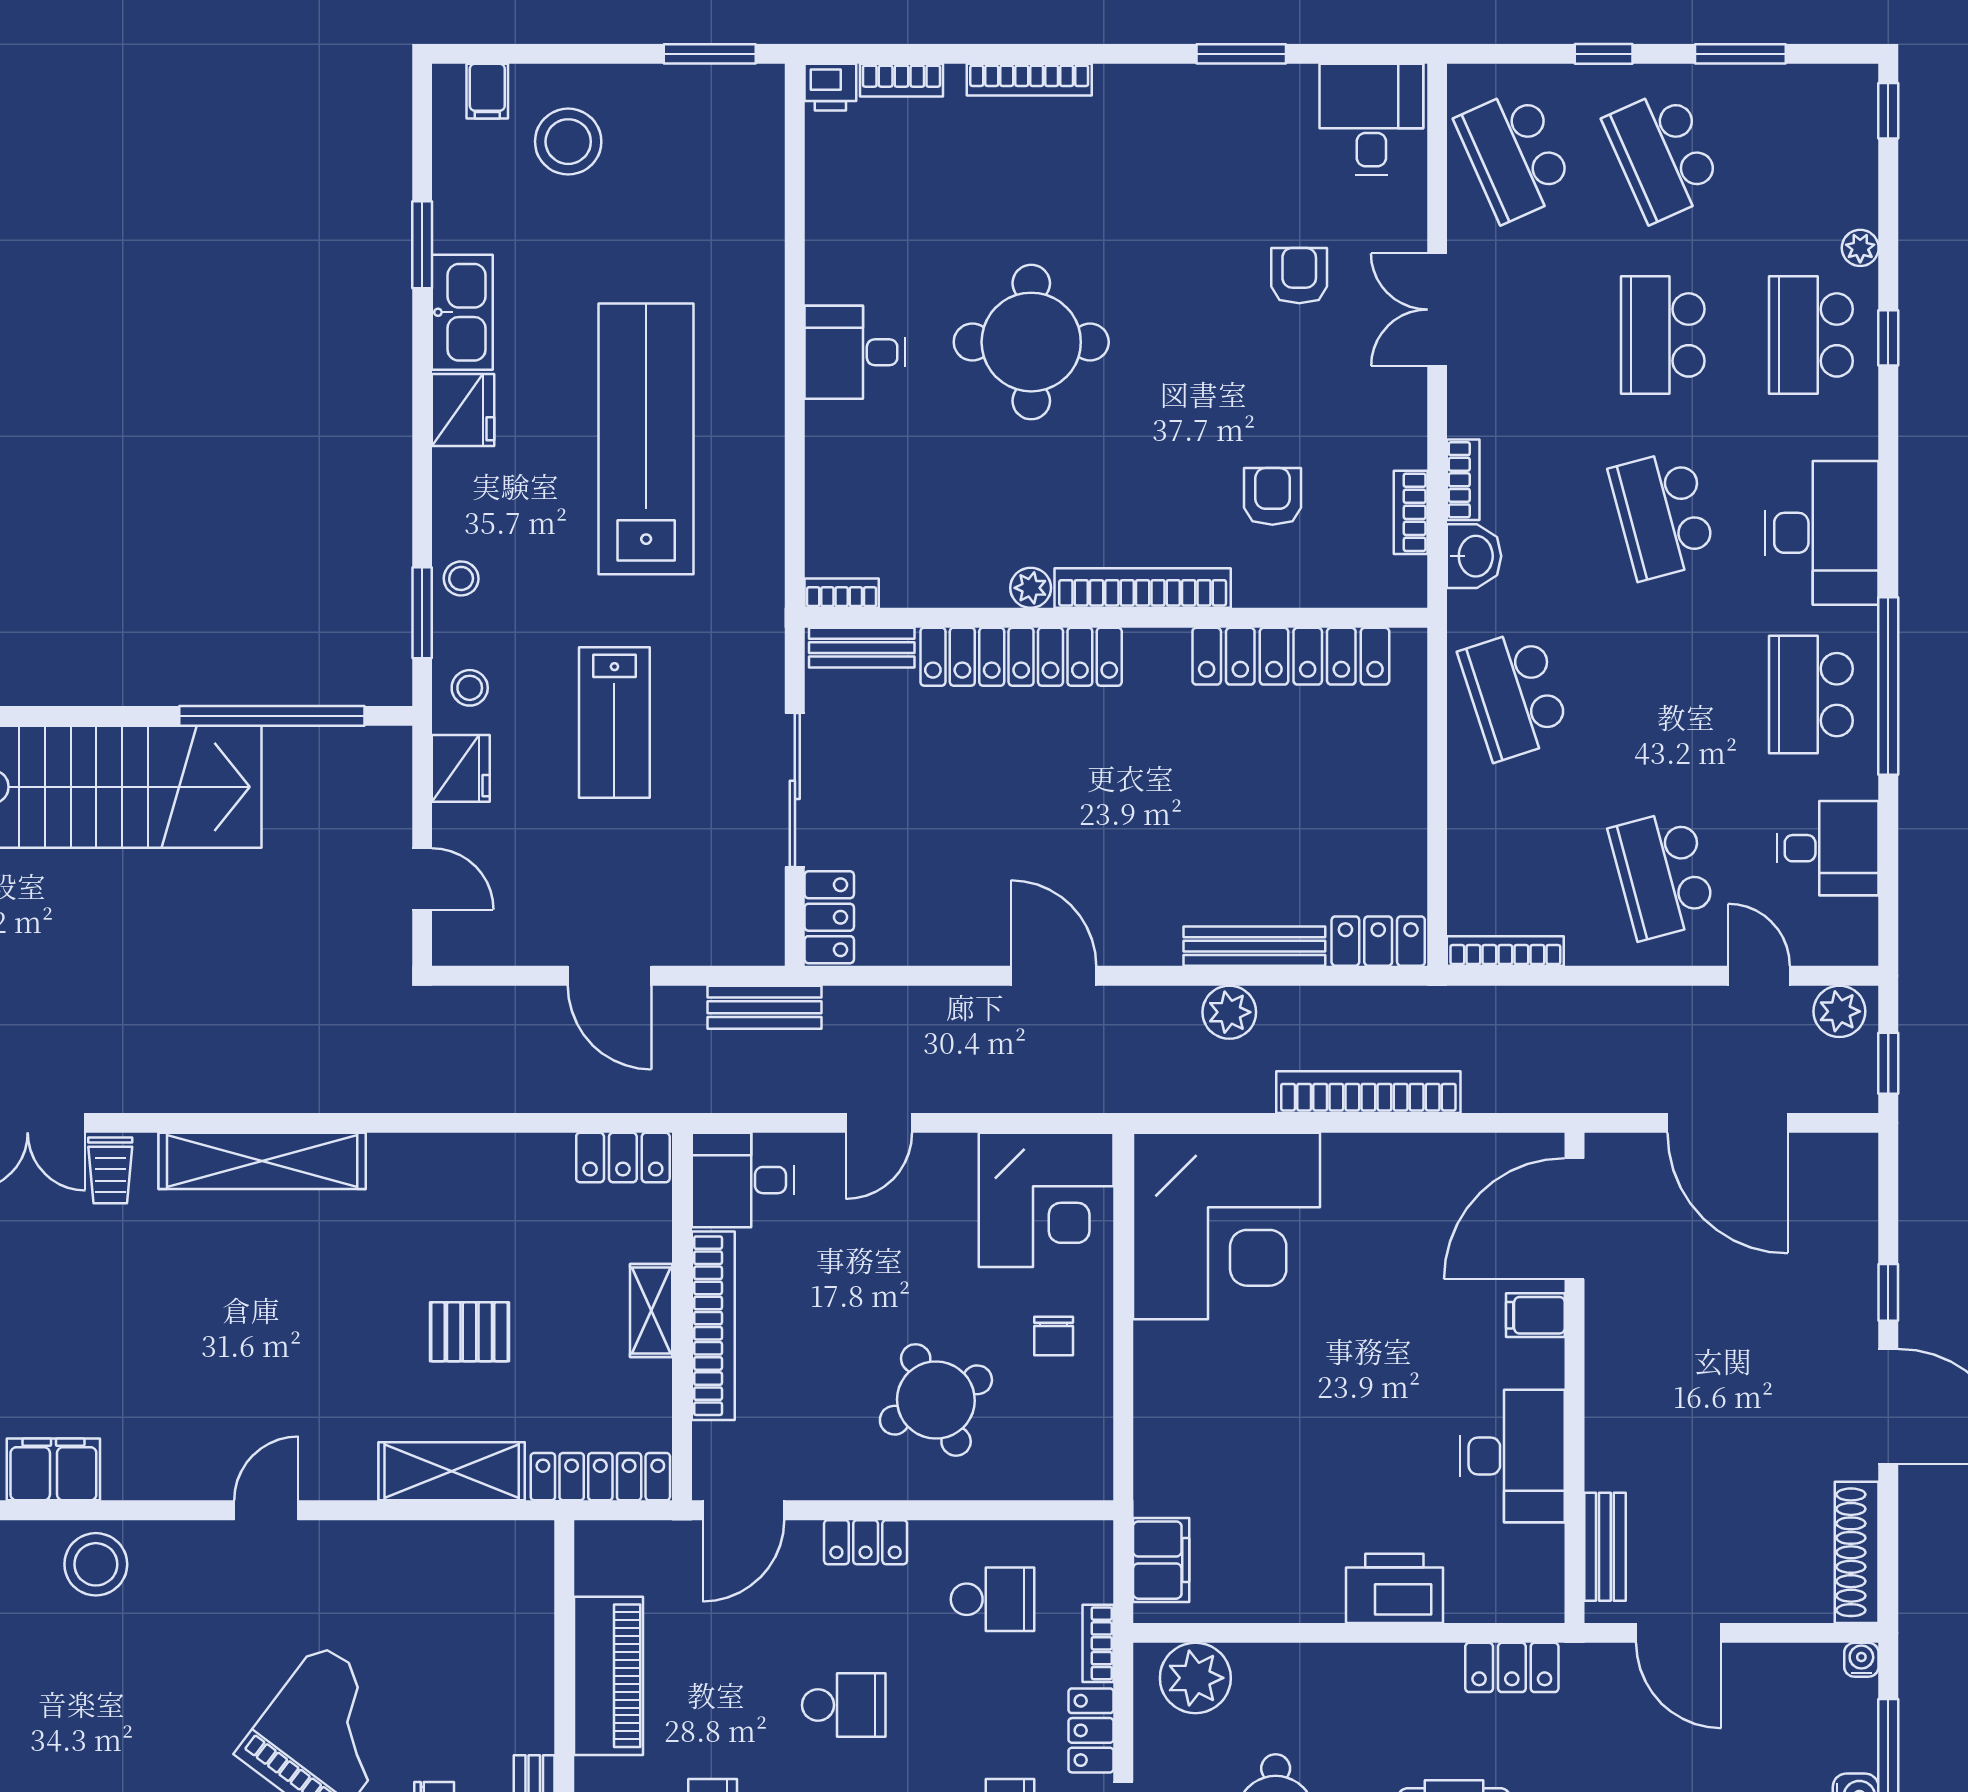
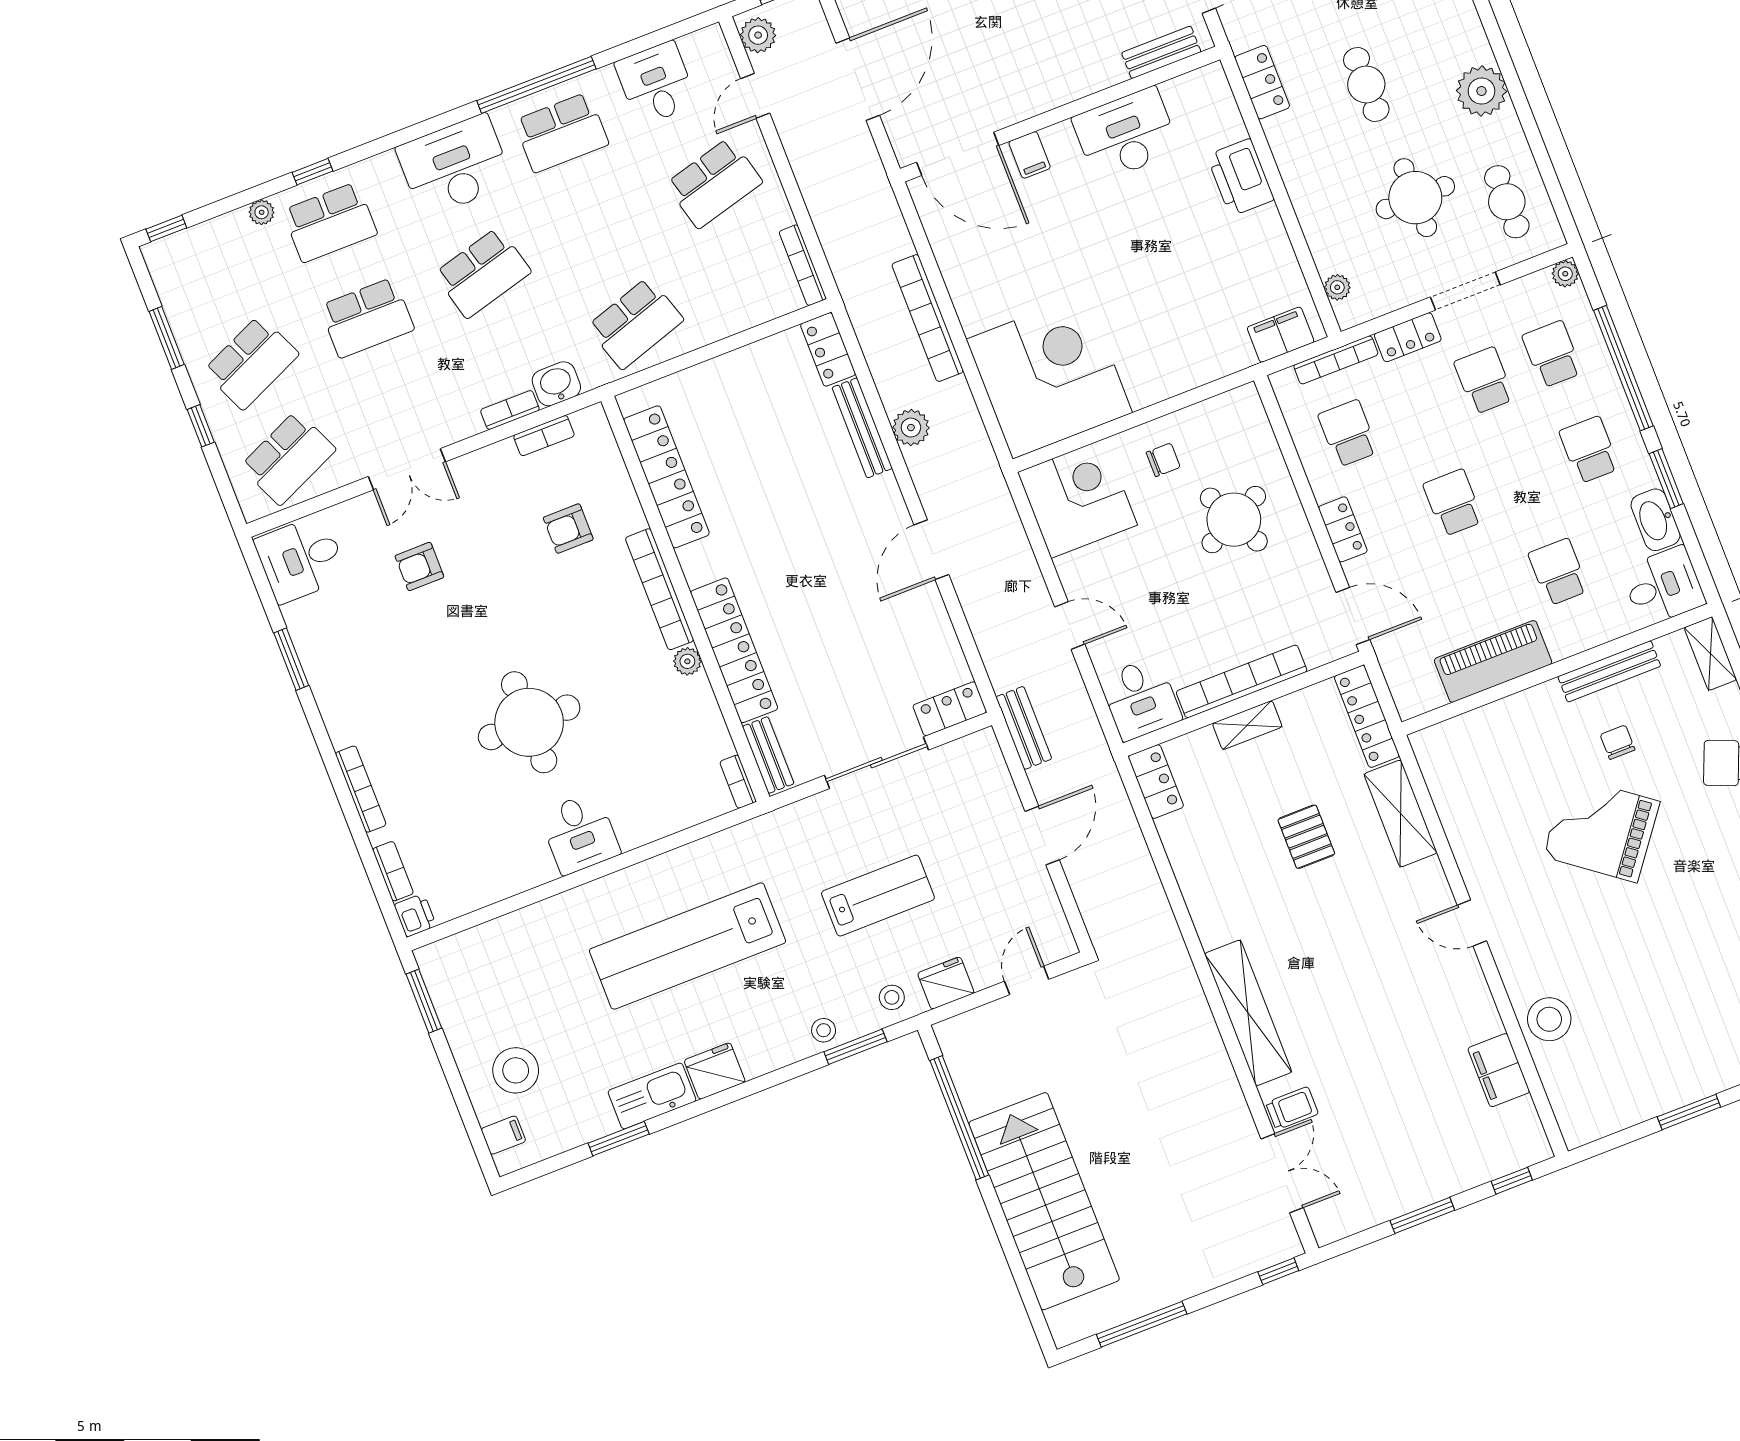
bookcase: (1098, 1643) -> (1336, 360), width x1.56
plant: (1195, 1678) -> (1337, 287), width x0.53, depth x0.53

